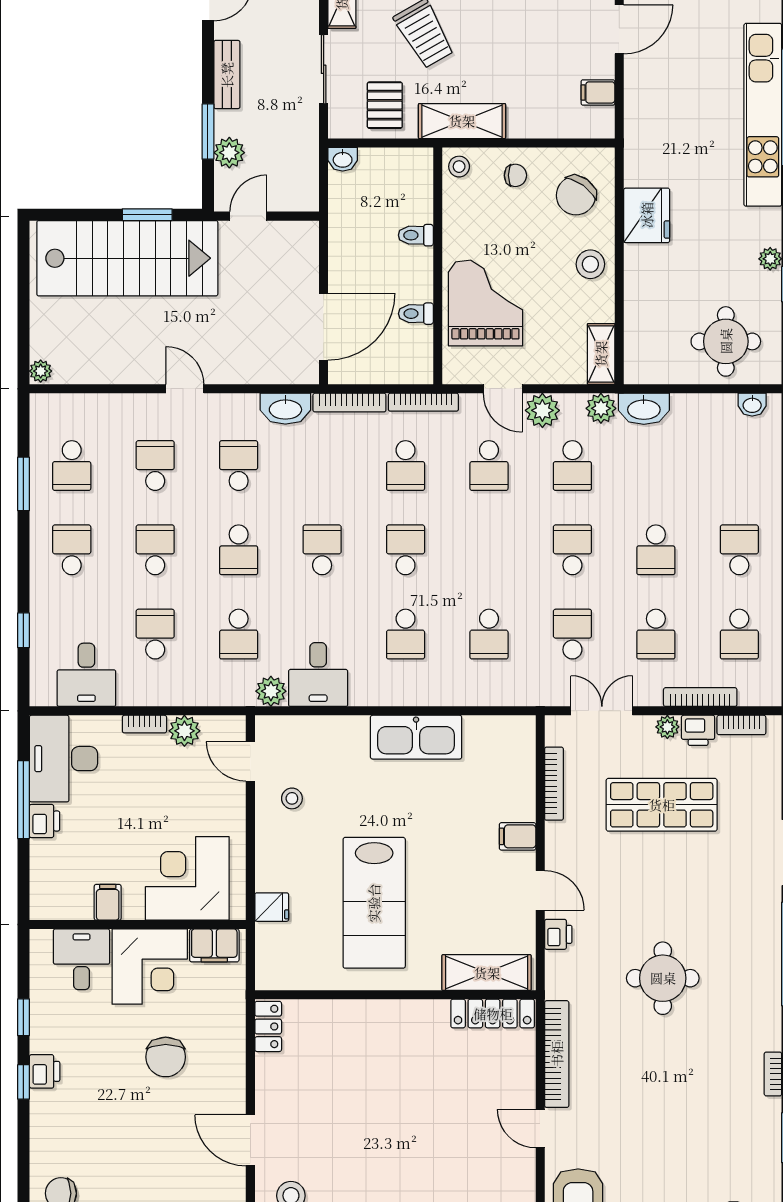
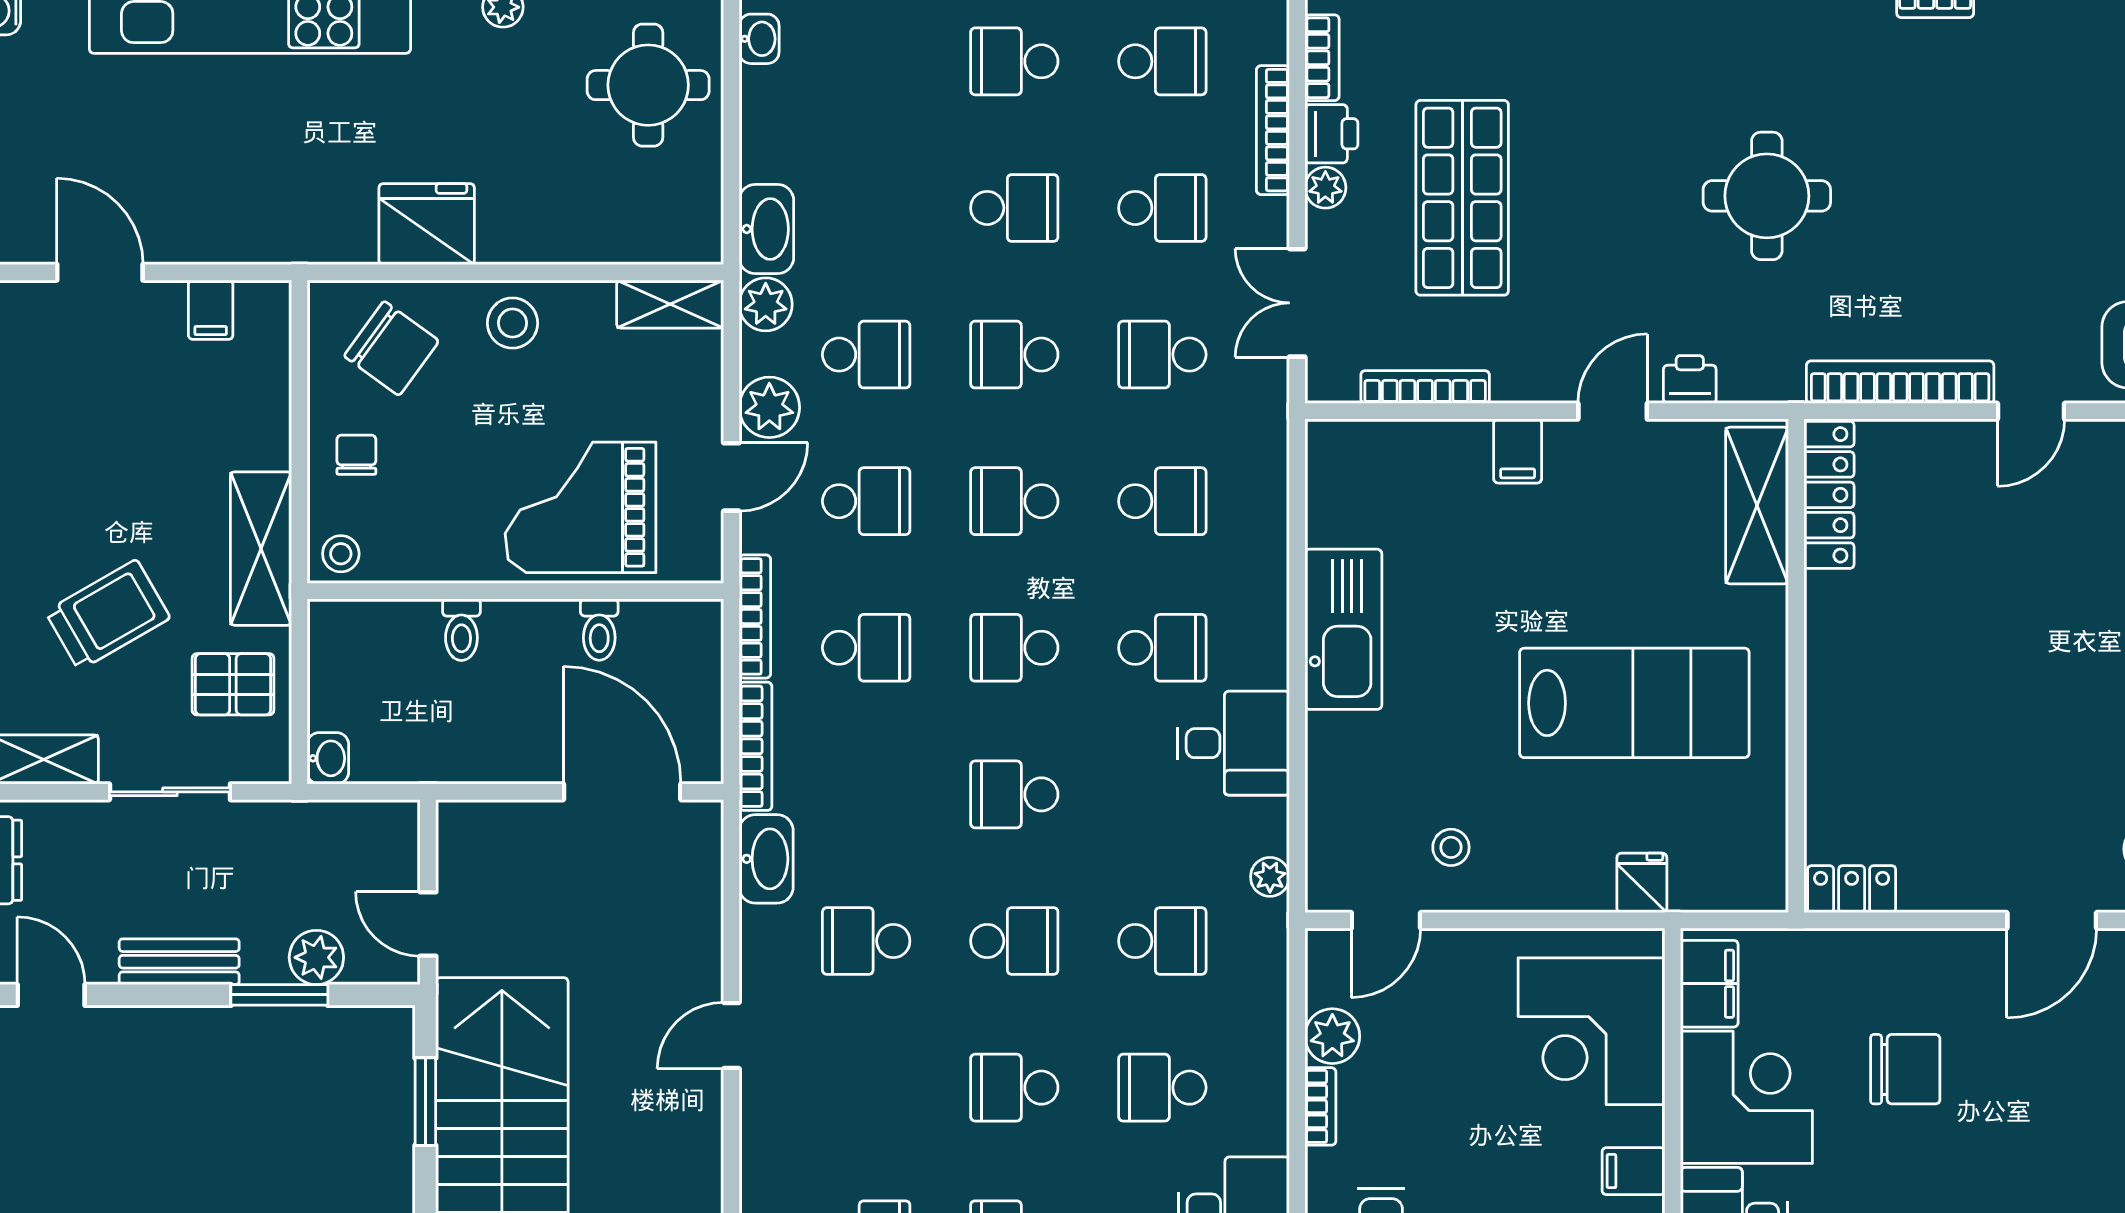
school desk: (155, 466) -> (1014, 501), moved
desk: (318, 675) -> (1233, 743), moved
plant: (271, 691) -> (1270, 877), width x0.73, depth x0.73

